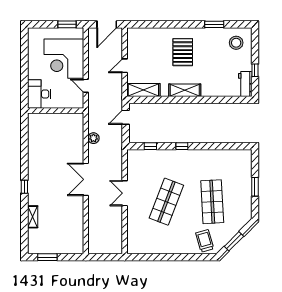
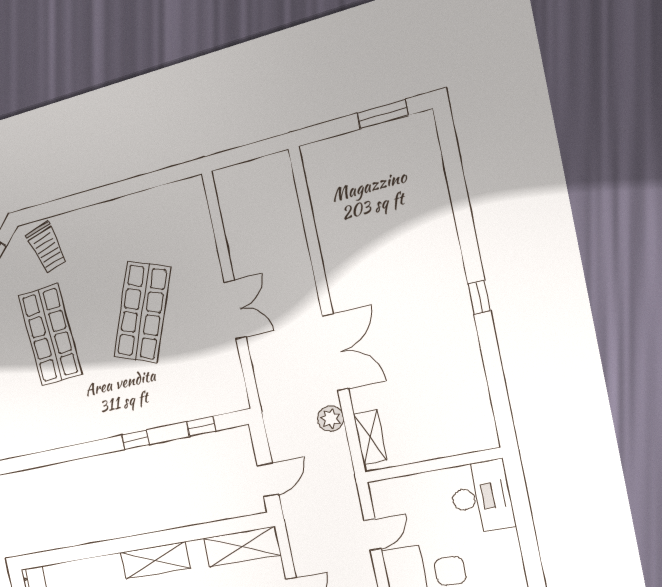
door: (86, 86) -> (373, 535), hinge flipped
double door: (86, 179) -> (335, 352), moved
window: (24, 187) -> (479, 297), moved
shelving: (33, 217) -> (370, 437), moved

